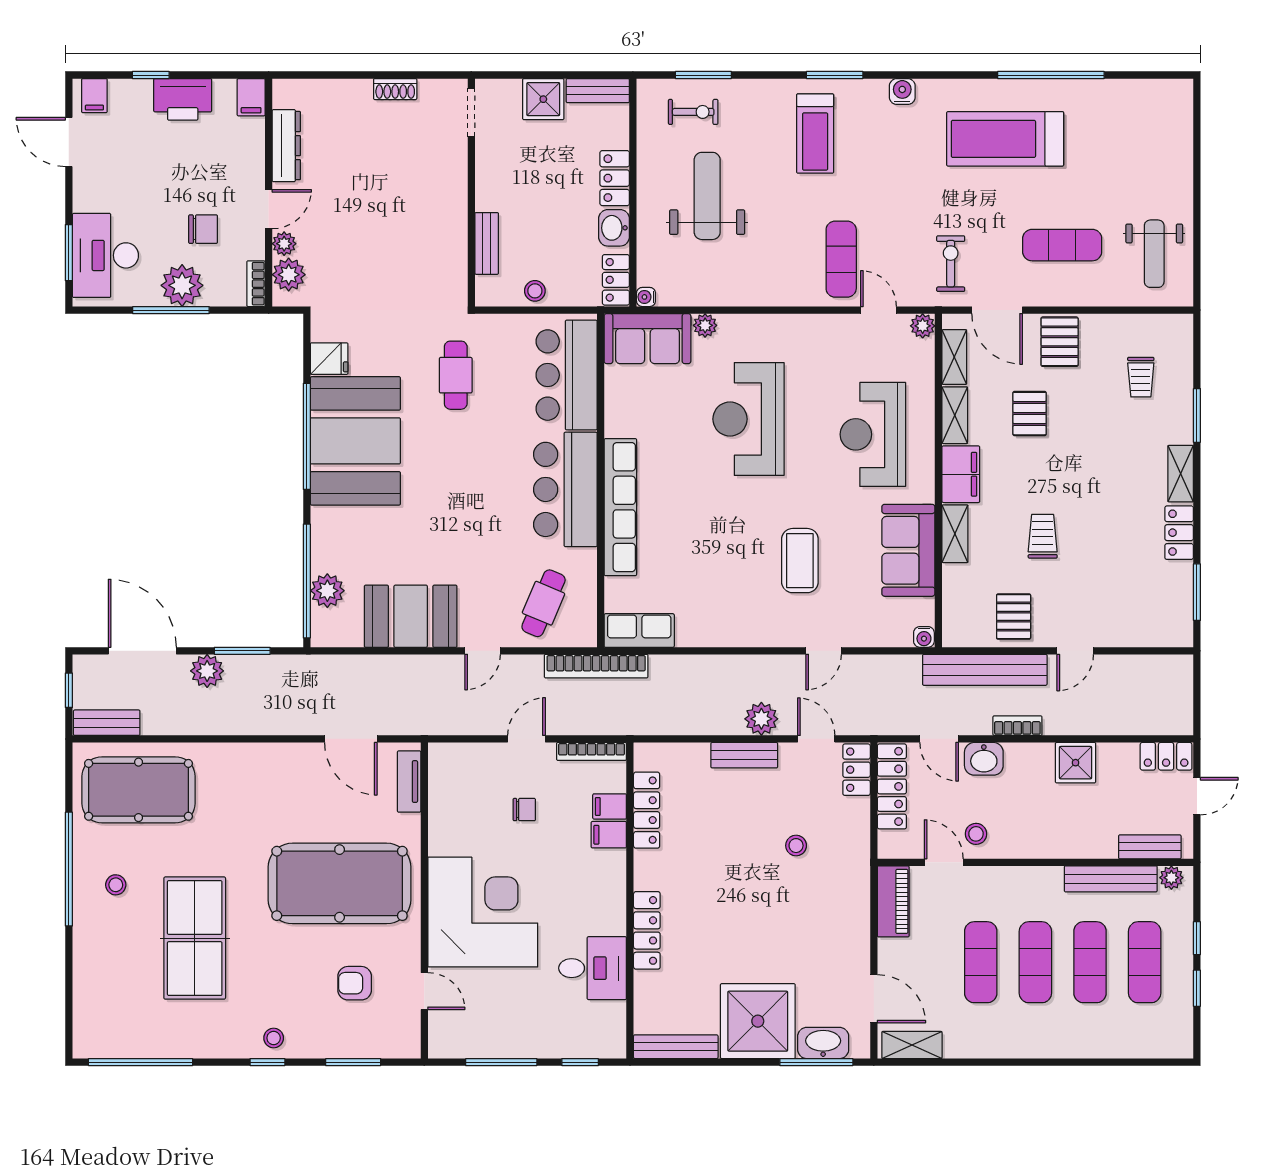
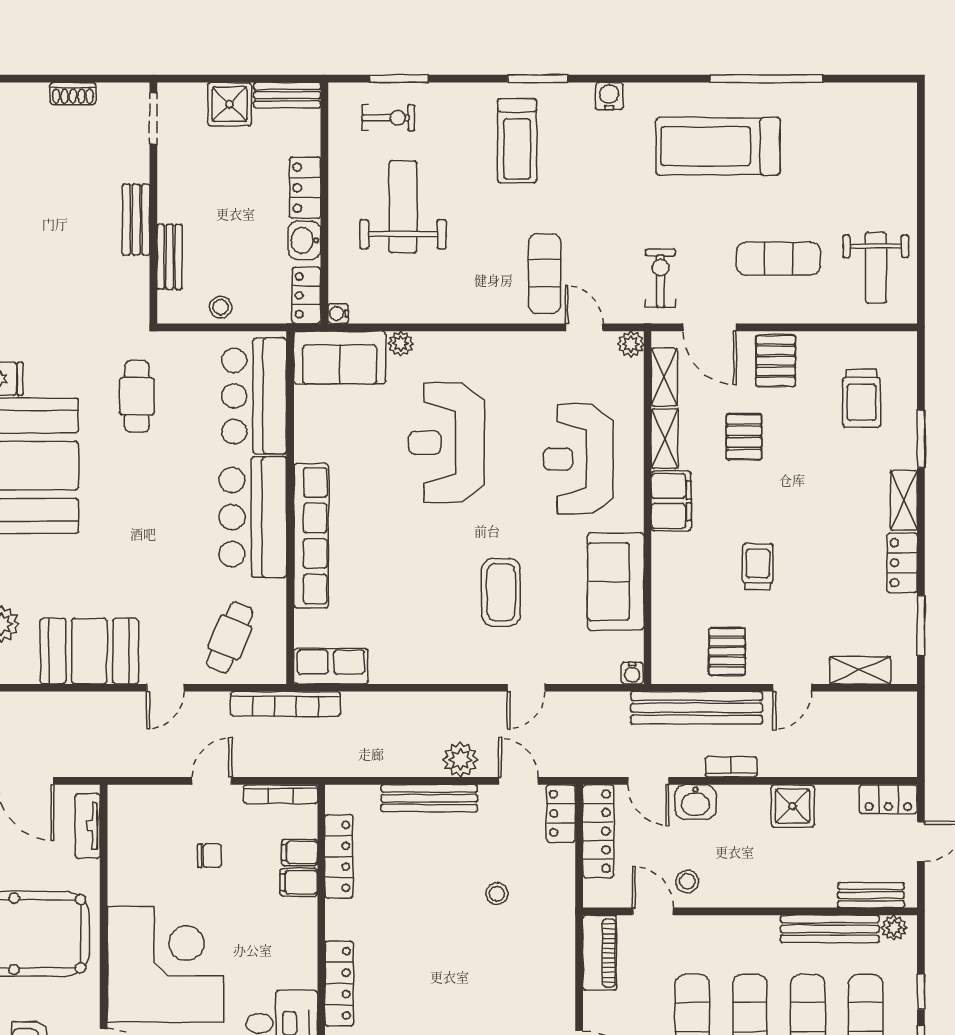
bench: (455, 208) -> (136, 220), added
trolley: (1141, 377) -> (862, 398), width x1.36, depth x1.39
shelving: (955, 534) -> (860, 670), moved, turned 90
bench: (744, 755) -> (429, 798), width x1.36

